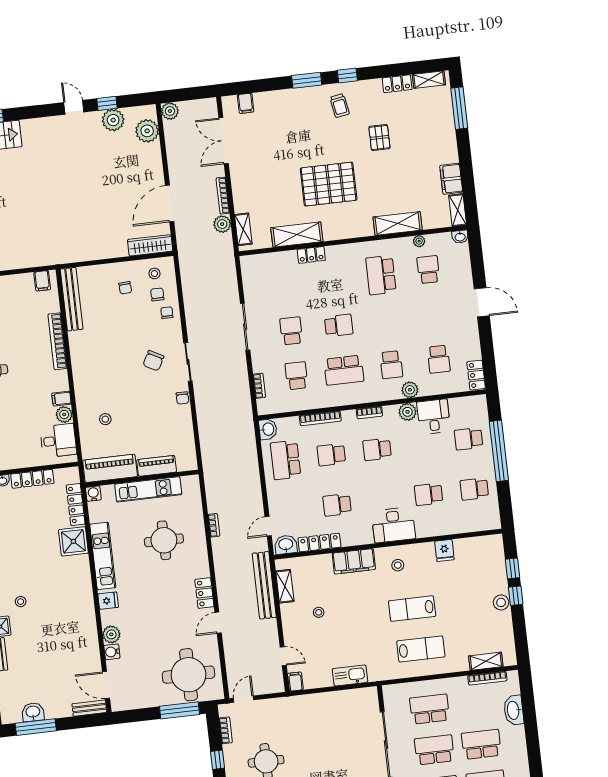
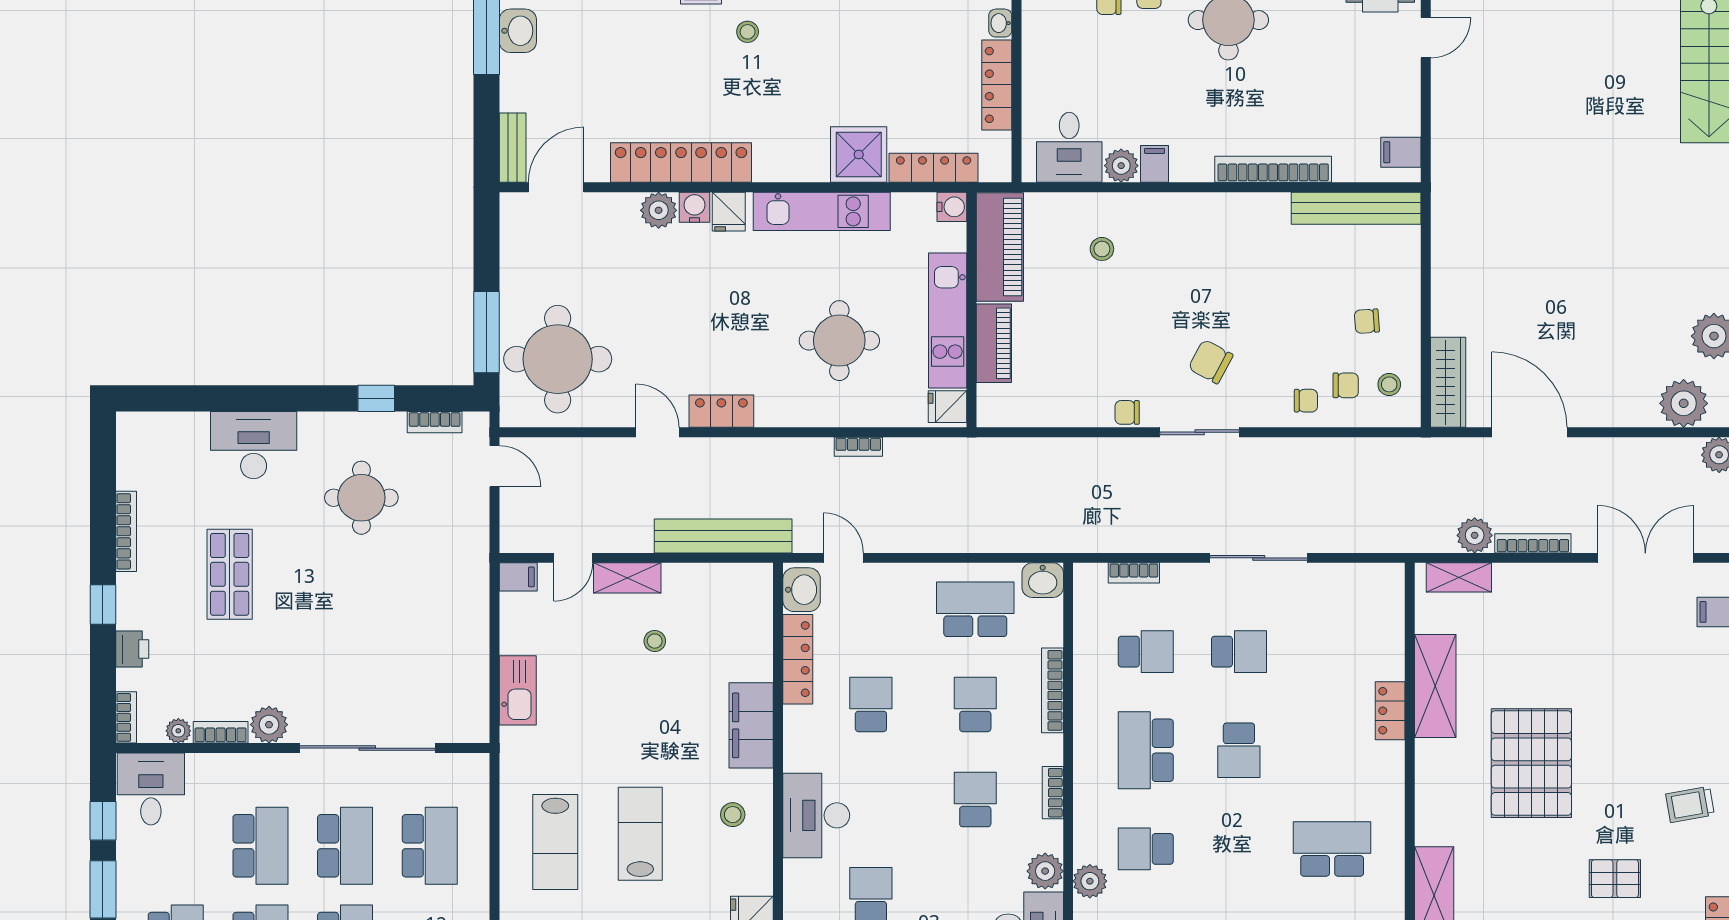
fridge: (190, 485) -> (947, 407), added
shelving: (285, 586) -> (627, 578), moved
locker: (87, 626) -> (681, 163), added
water cooler: (112, 652) -> (694, 207), moved

